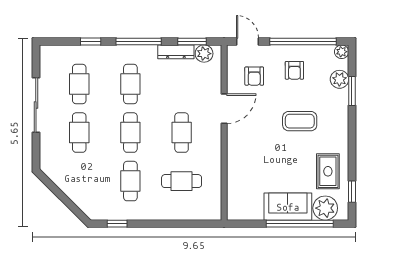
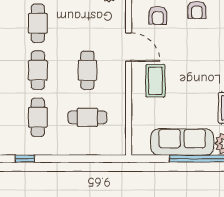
door: (224, 109) -> (129, 47), hinge flipped
coffee table: (300, 121) -> (155, 81), moved, turned 90
sofa: (288, 207) -> (182, 142), width x1.36

